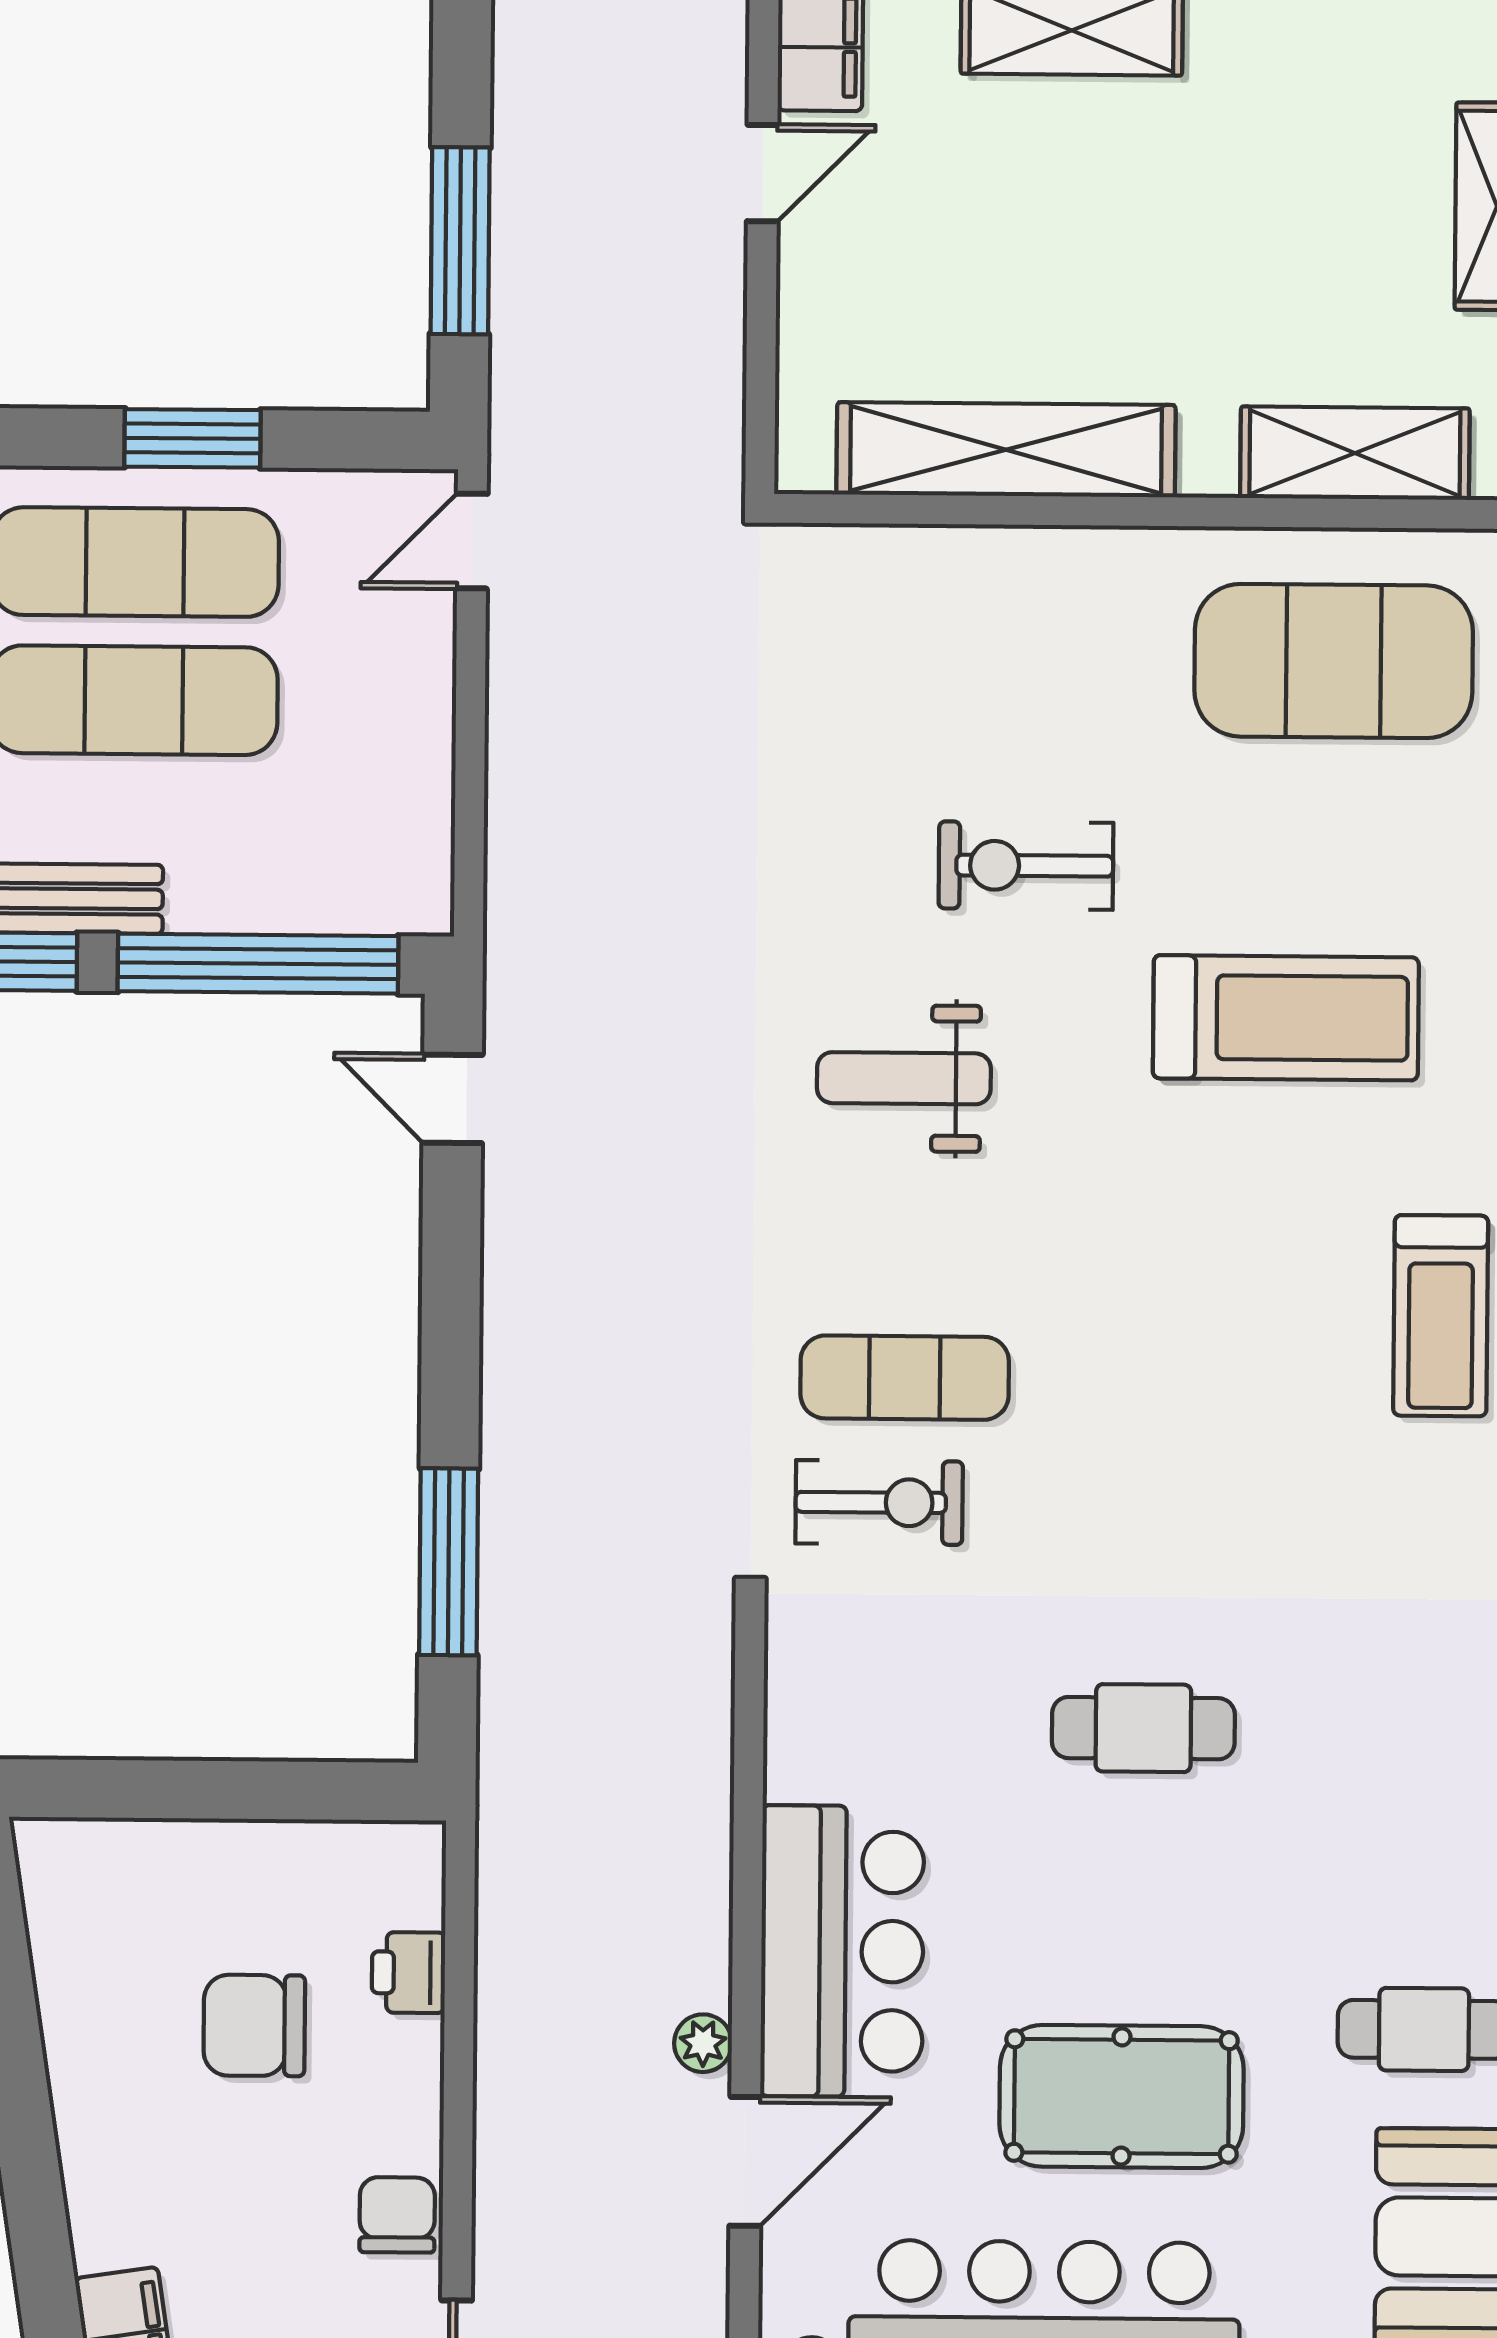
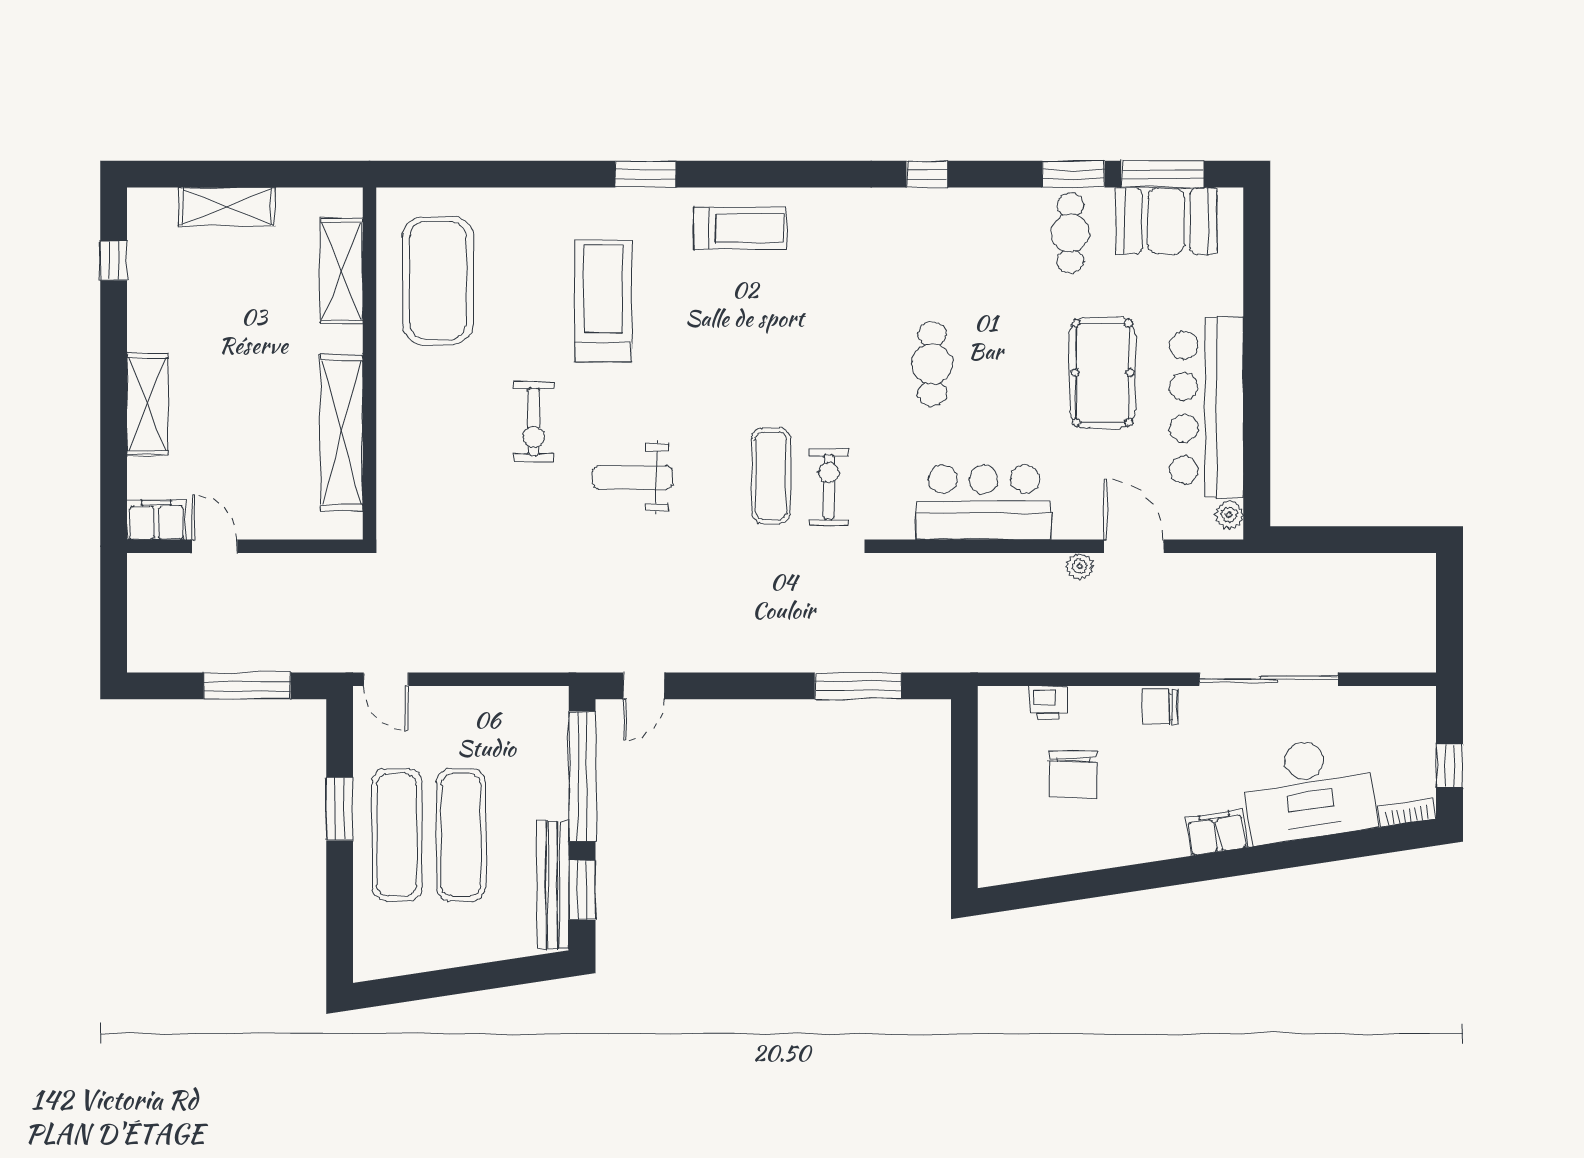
weight bench: (904, 1078) -> (633, 477), turned 90
bar counter: (842, 1951) -> (984, 502), moved

